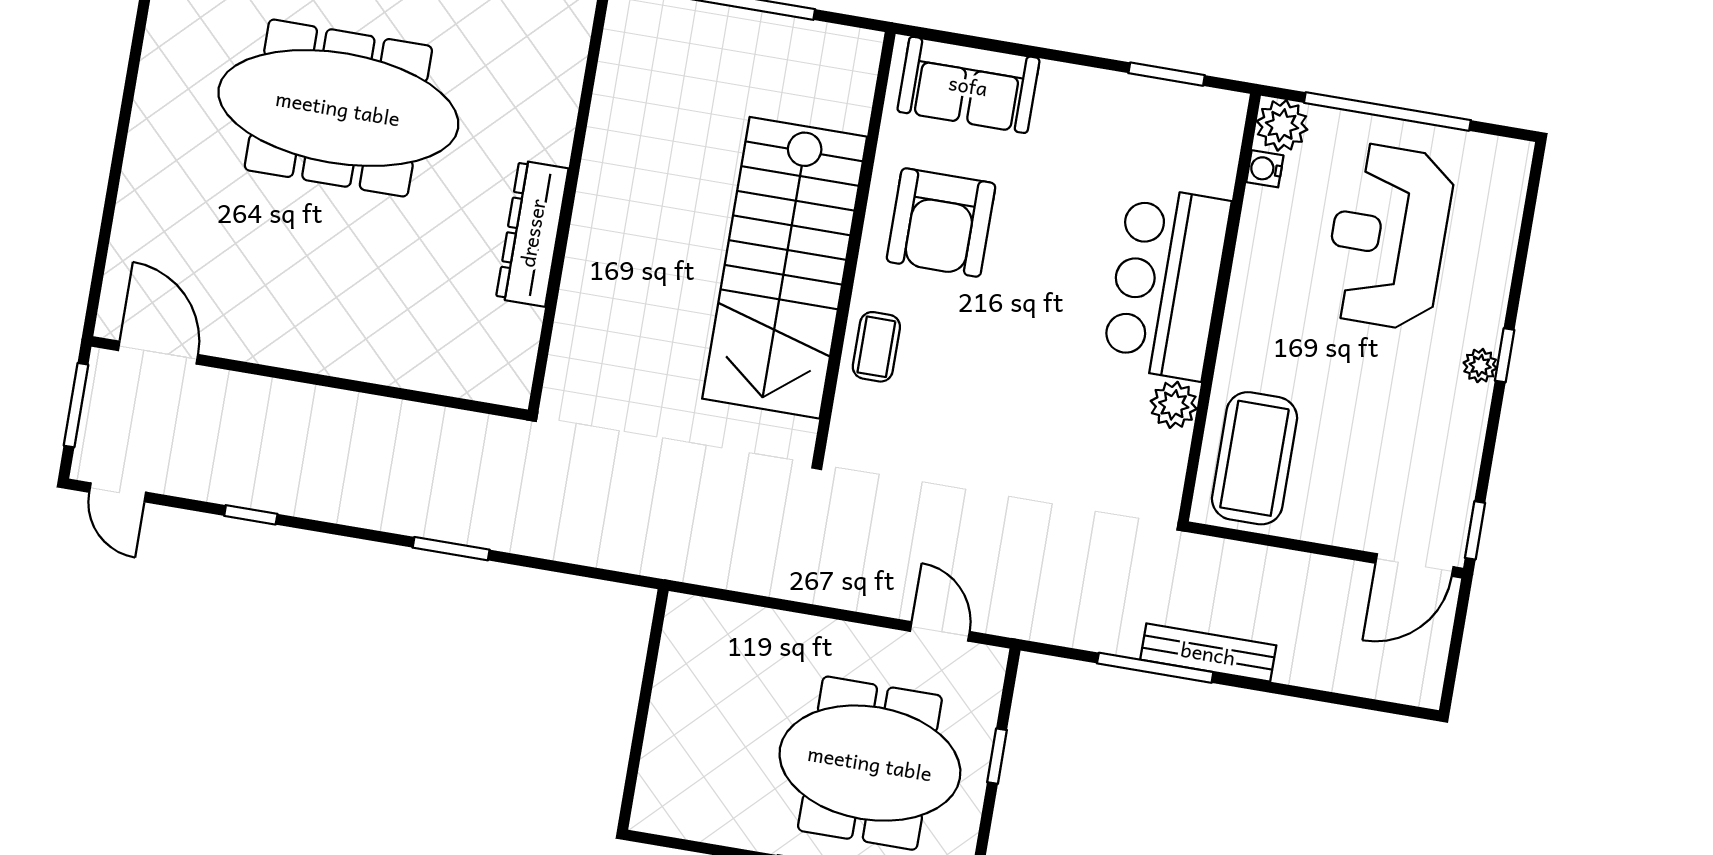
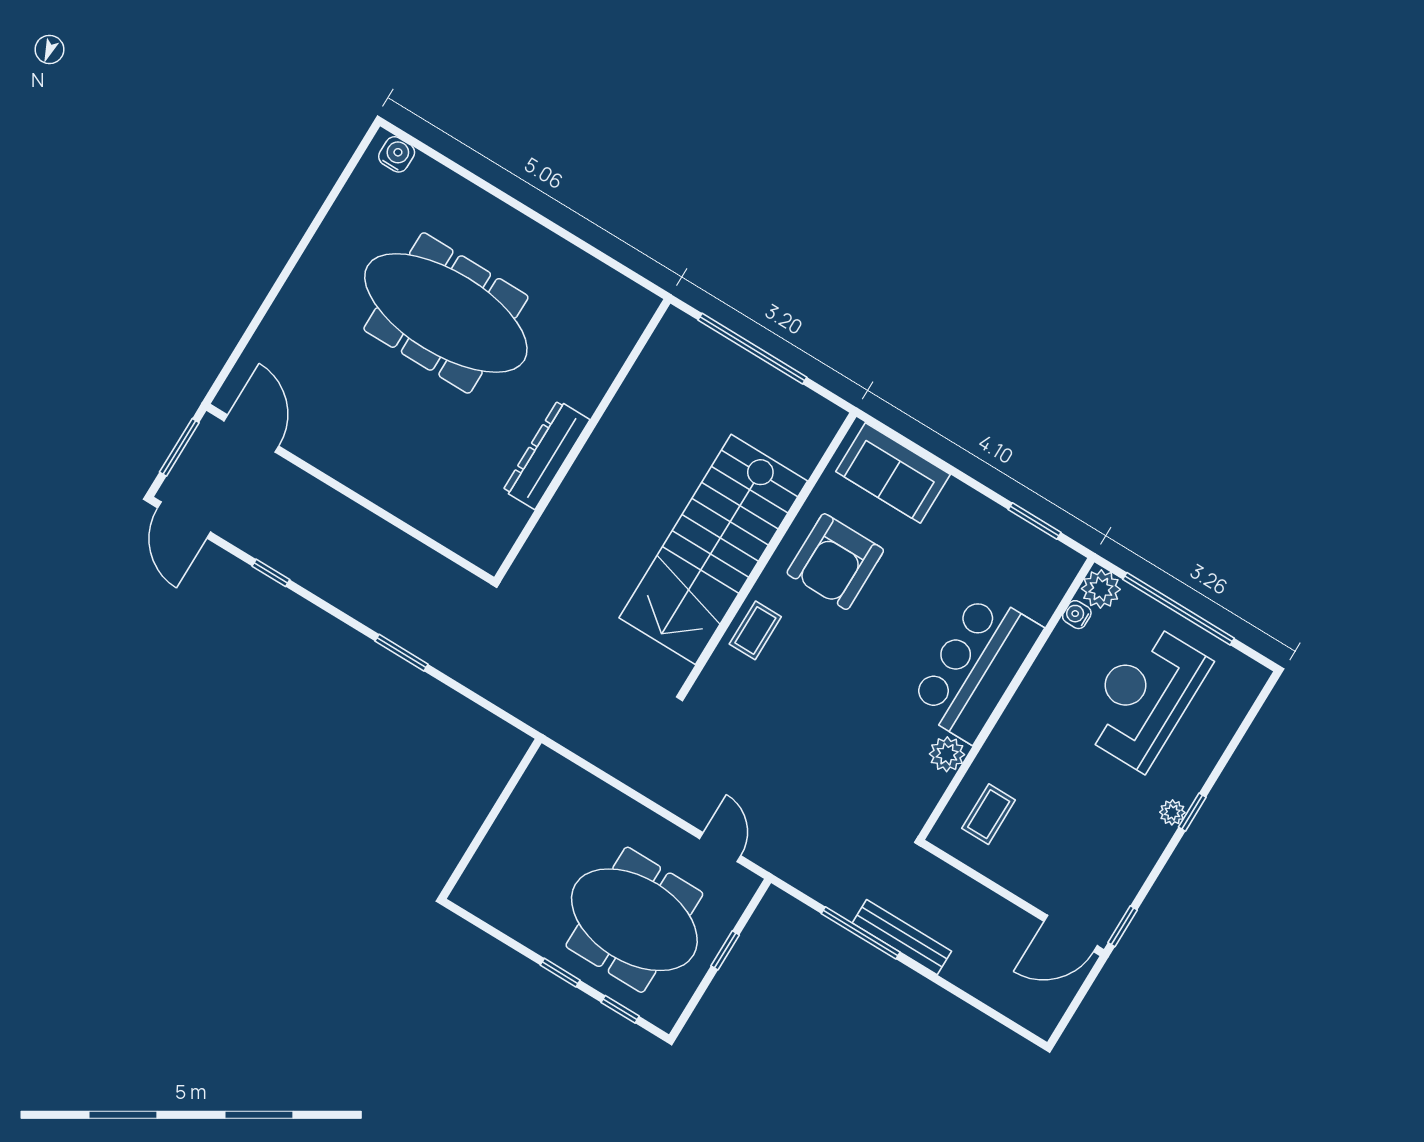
coffee table: (1254, 458) -> (989, 814), width x0.54, depth x0.58
door: (118, 492) -> (184, 520), width x1.37

